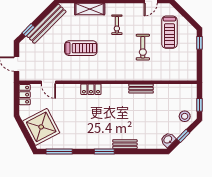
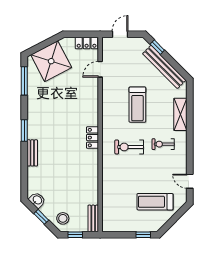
exercise bike: (143, 47) -> (129, 147), moved
locker: (91, 89) -> (92, 138), moved
bench: (141, 89) -> (93, 218), moved

